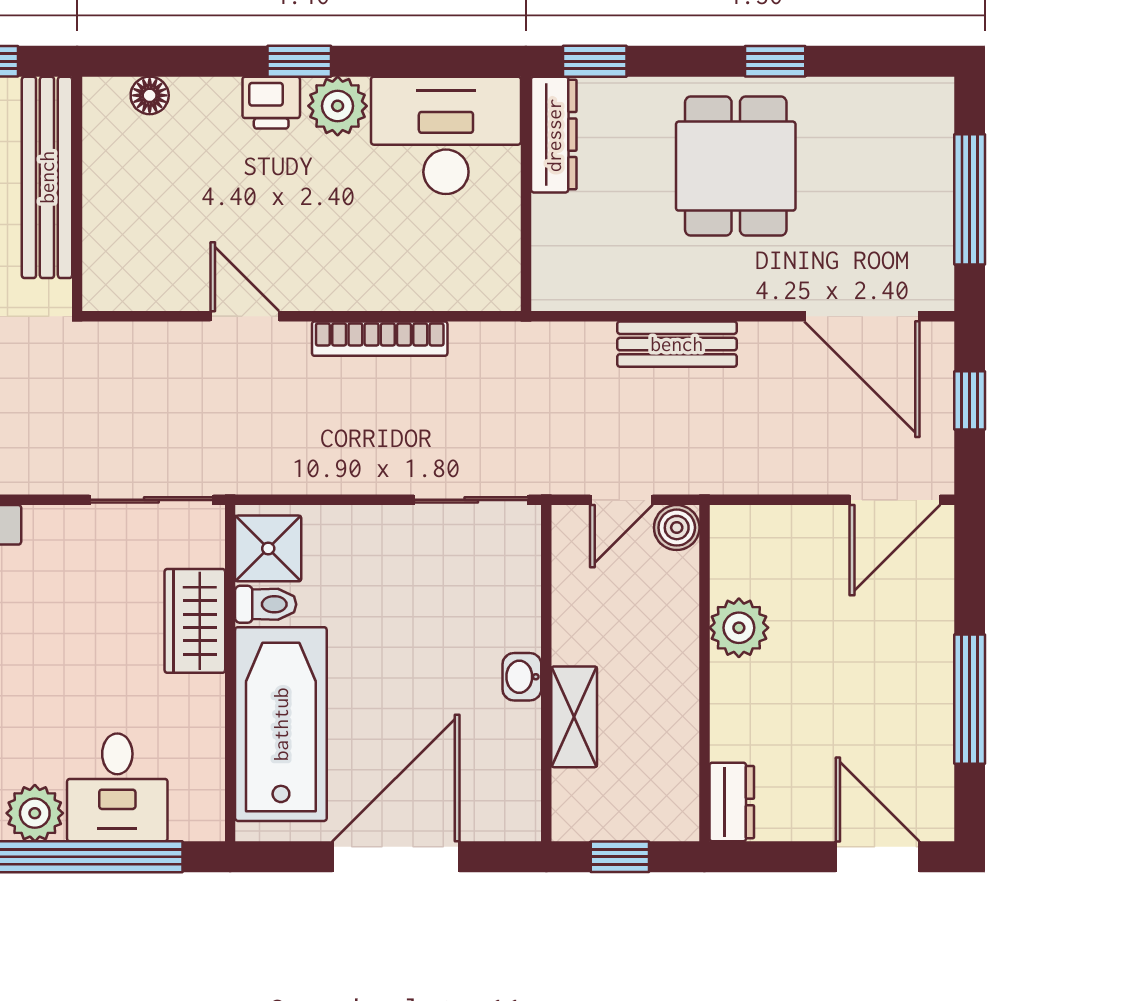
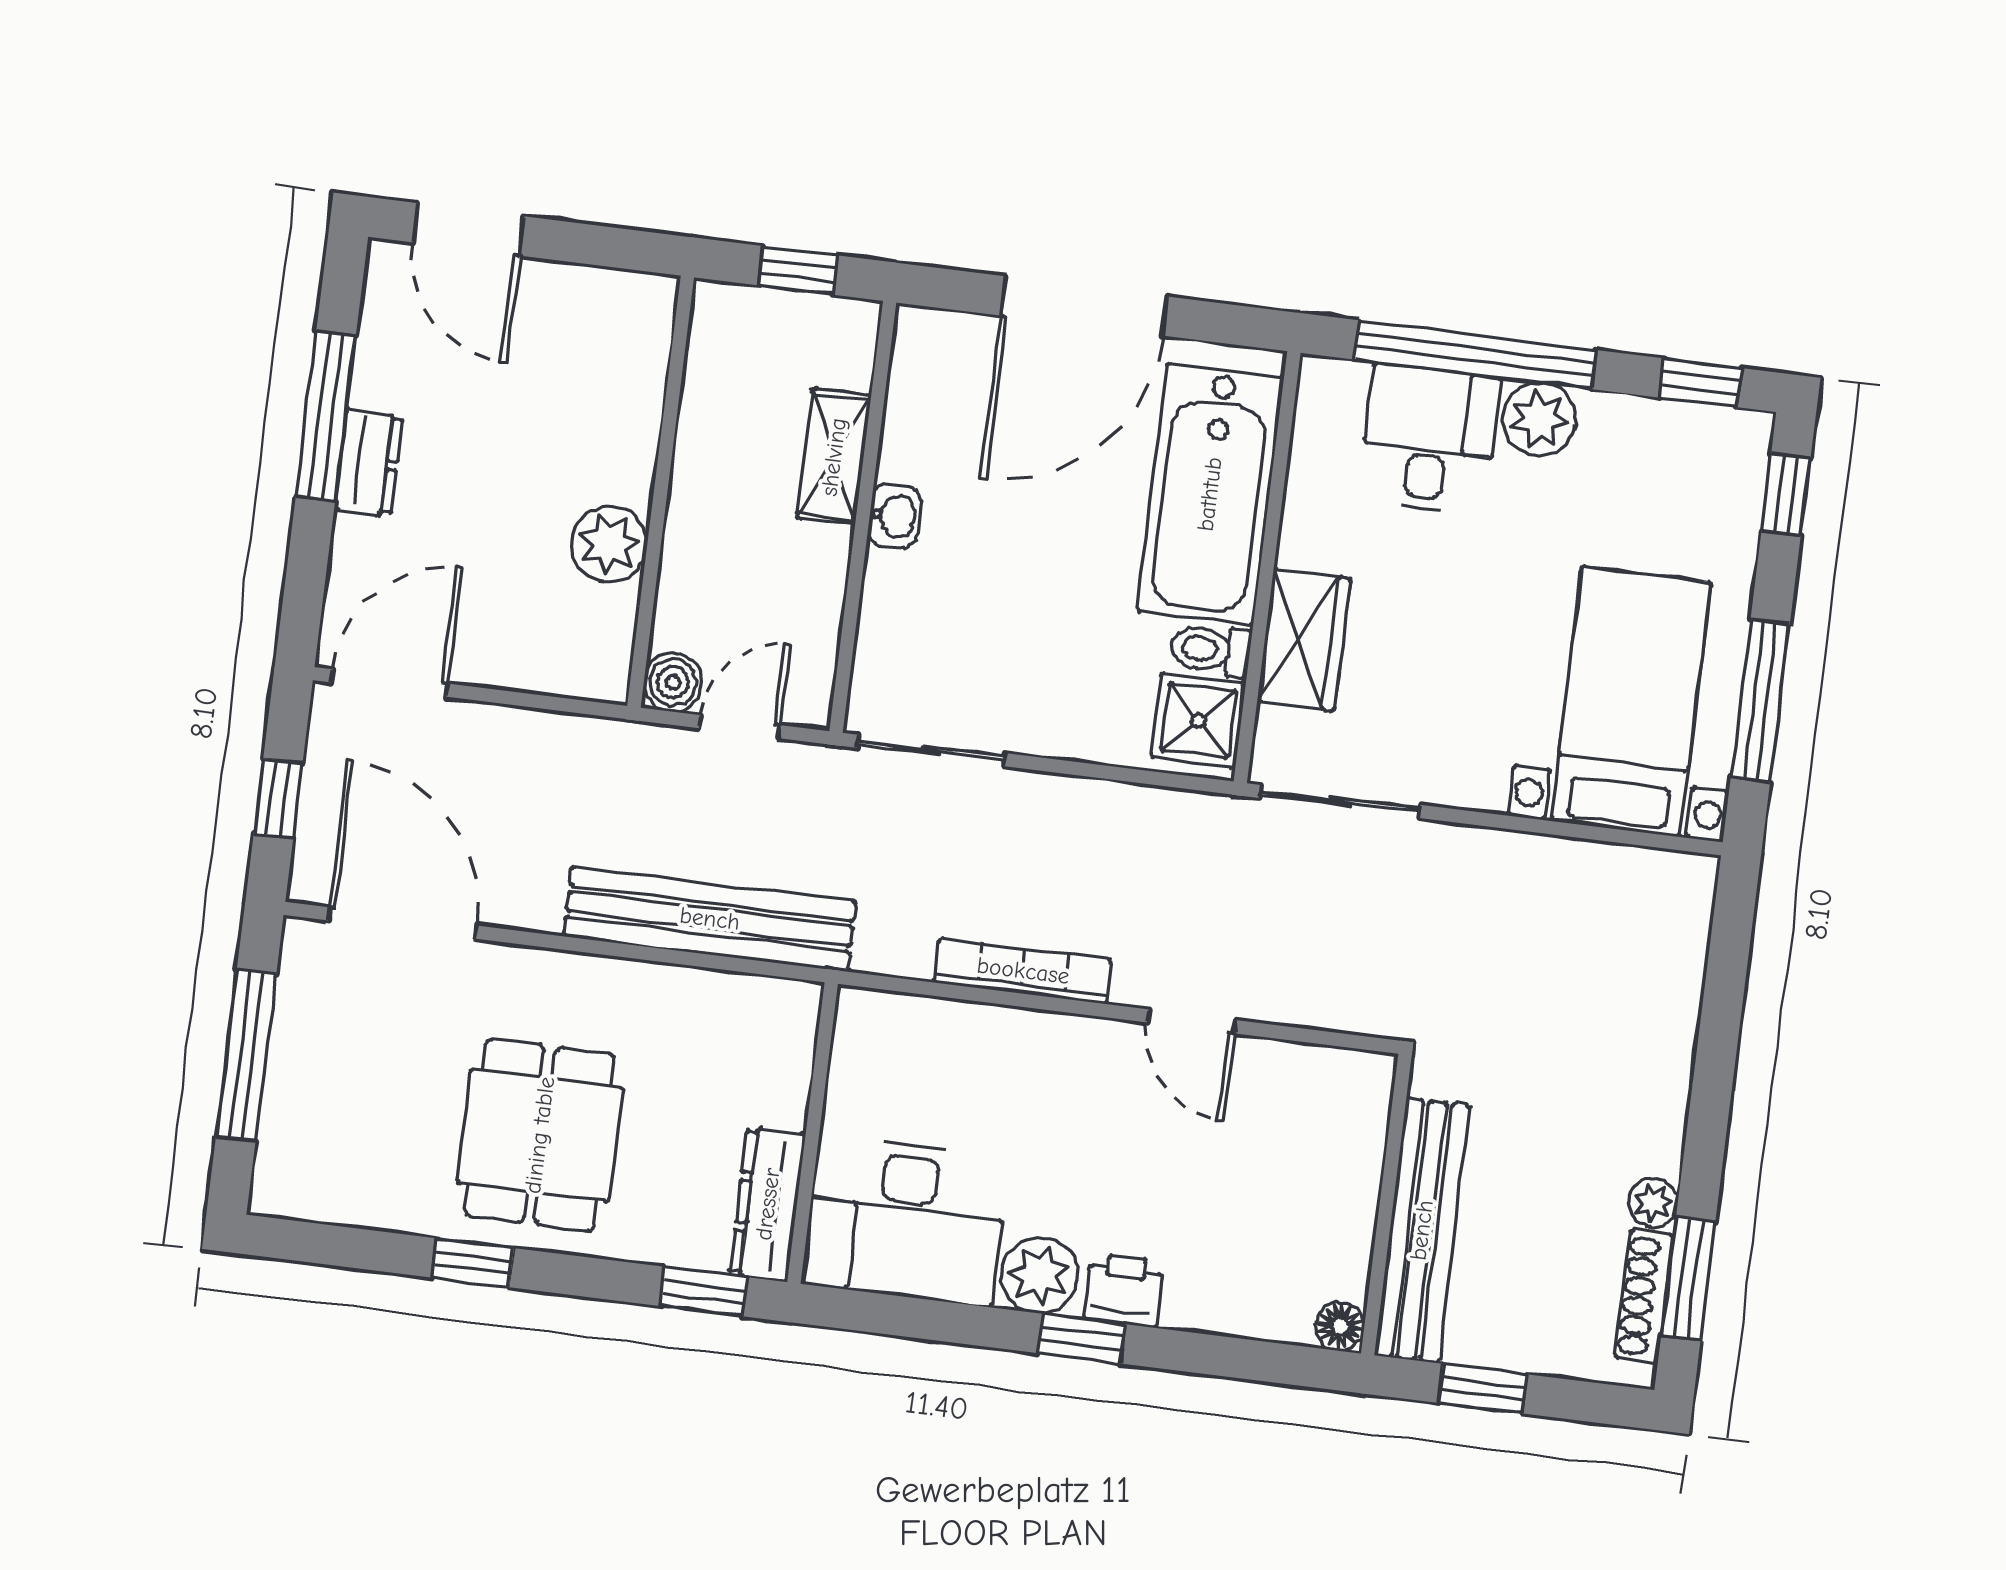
floor lamp: (150, 95) -> (1340, 1326), moved
bench: (677, 344) -> (710, 919), width x1.86, depth x1.21
dresser: (732, 802) -> (369, 463), moved, turned 180

